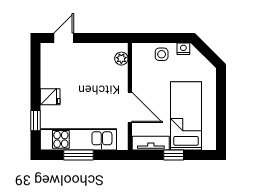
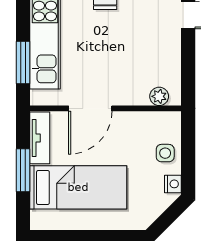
window: (79, 155) -> (23, 63), moved
window: (174, 155) -> (23, 170), width x1.50

